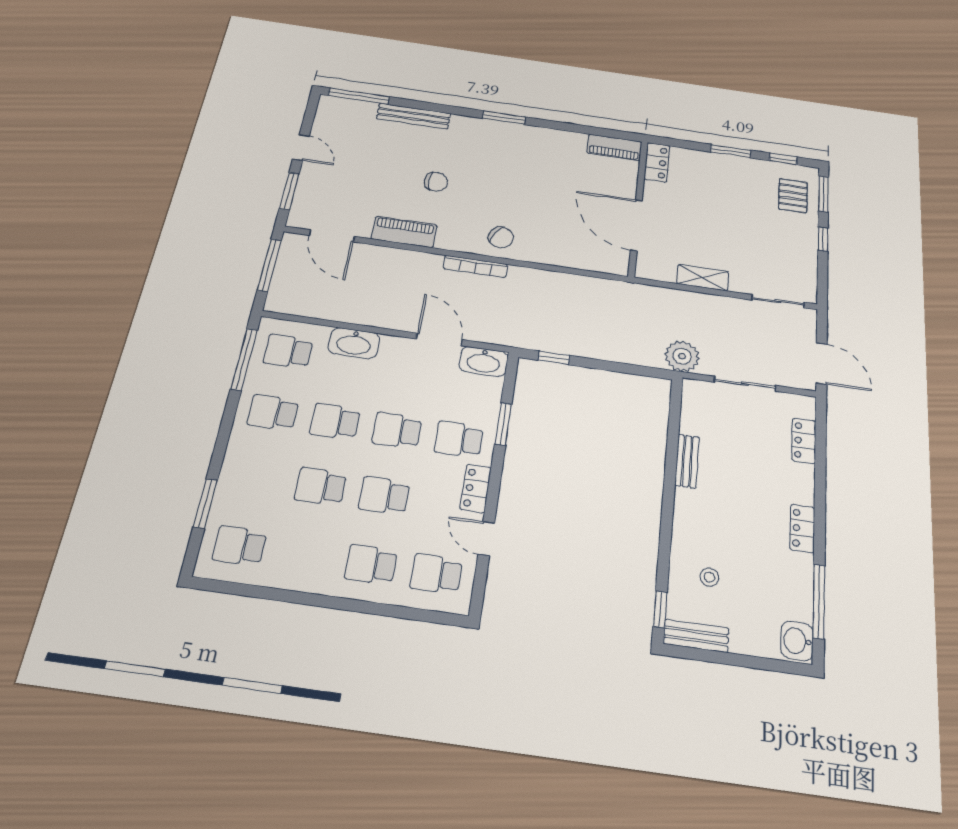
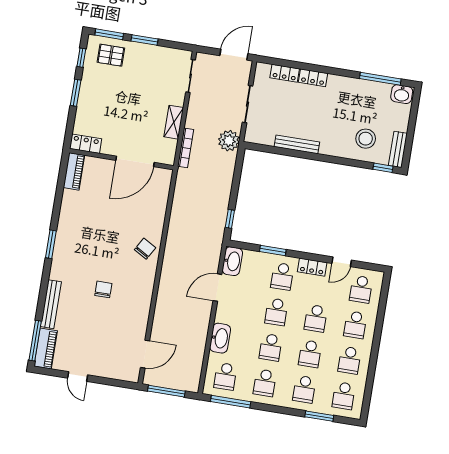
door: (301, 147) -> (78, 377), swing flipped
window: (289, 191) -> (112, 382), removed
piano: (404, 232) -> (46, 348), moved, turned 180
window: (823, 239) -> (145, 40), width x1.50
bookcase: (475, 266) -> (186, 148), moved
bench: (687, 461) -> (297, 144), width x1.36
school desk: (257, 477) -> (304, 389), added
locker: (802, 528) -> (313, 78), moved
school desk: (305, 555) -> (349, 360), added
stool: (709, 577) -> (366, 139), width x1.89, depth x1.89

